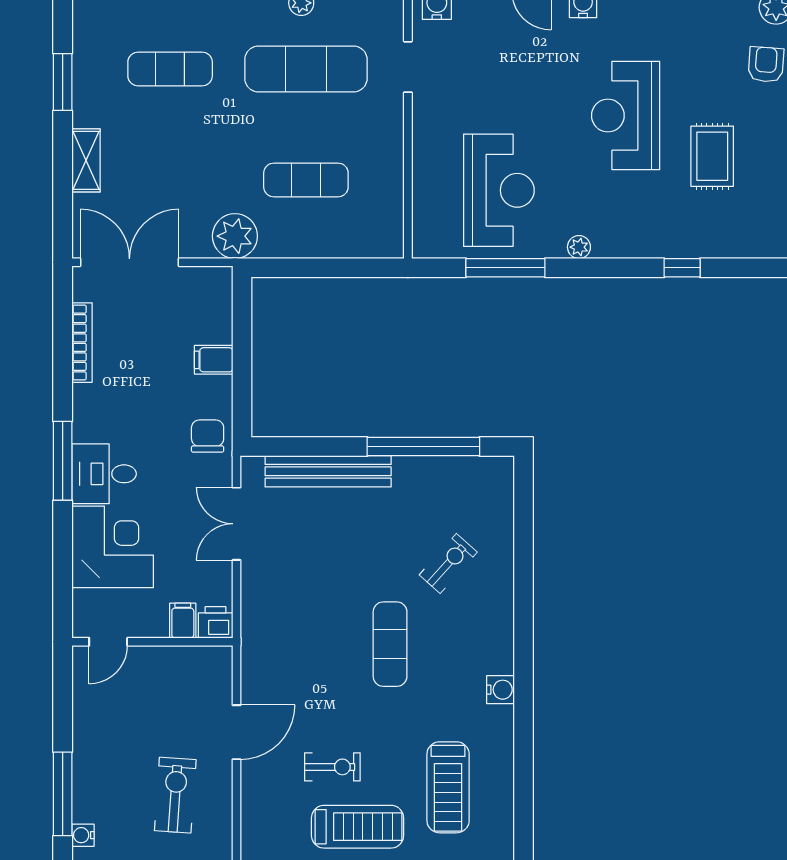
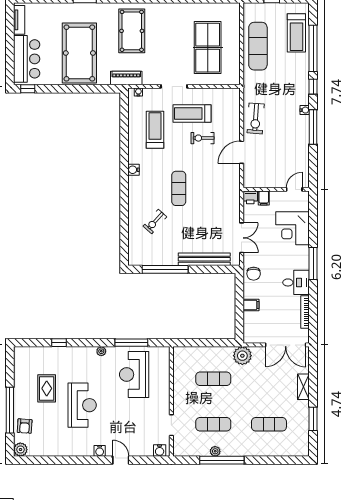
exercise mat: (306, 69) -> (213, 424), width x0.73, depth x0.69
desk: (104, 474) -> (296, 282), moved
exercise bike: (175, 795) -> (256, 118), moved

